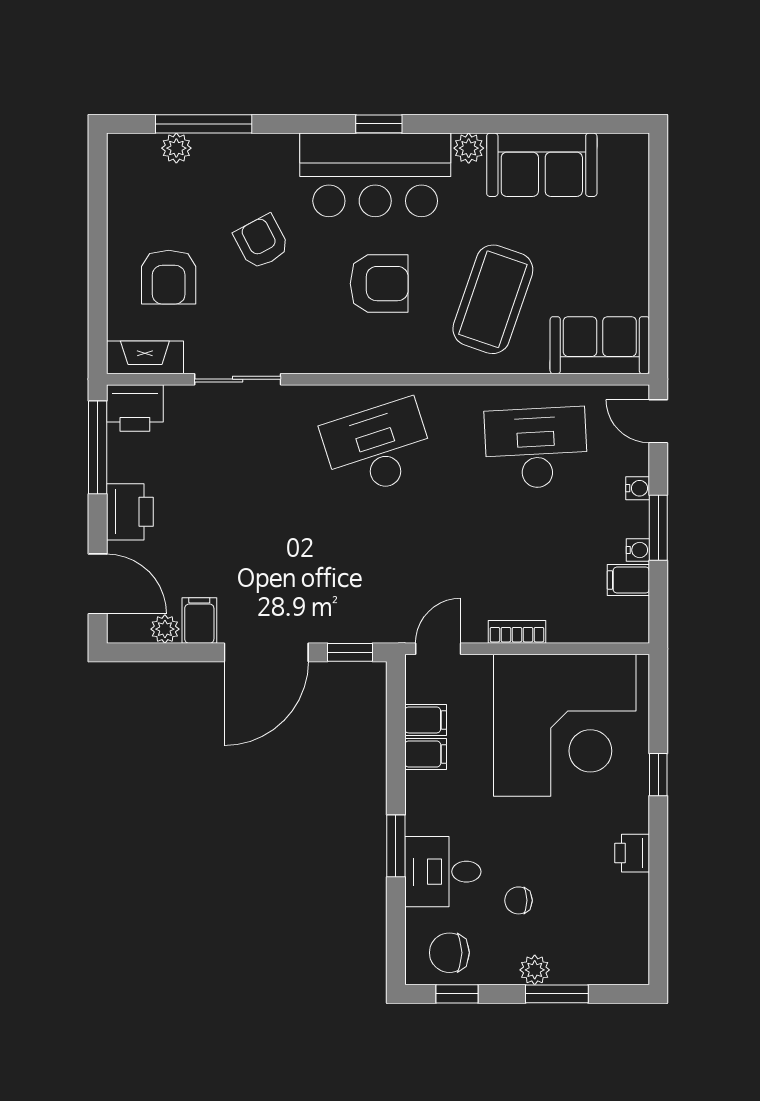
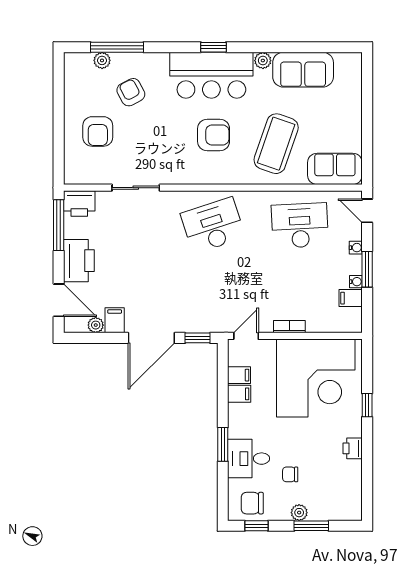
armchair: (262, 242) -> (131, 92), moved
fireplace: (145, 357) -> (85, 176), removed
printer: (130, 512) -> (79, 261), width x1.37, depth x1.19

